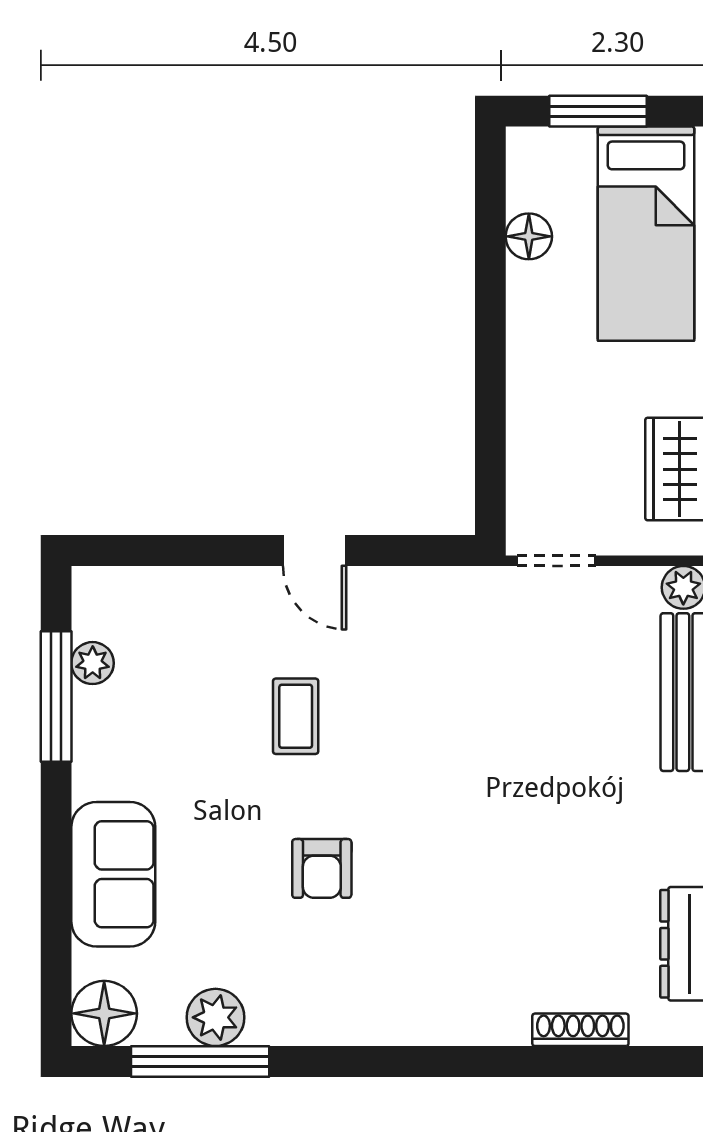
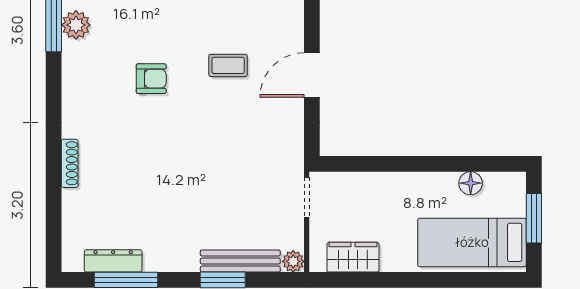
door: (315, 551) -> (312, 75), width x1.38
armchair: (322, 868) -> (151, 79), turned 180
shoe rack: (580, 1030) -> (70, 163), moved

